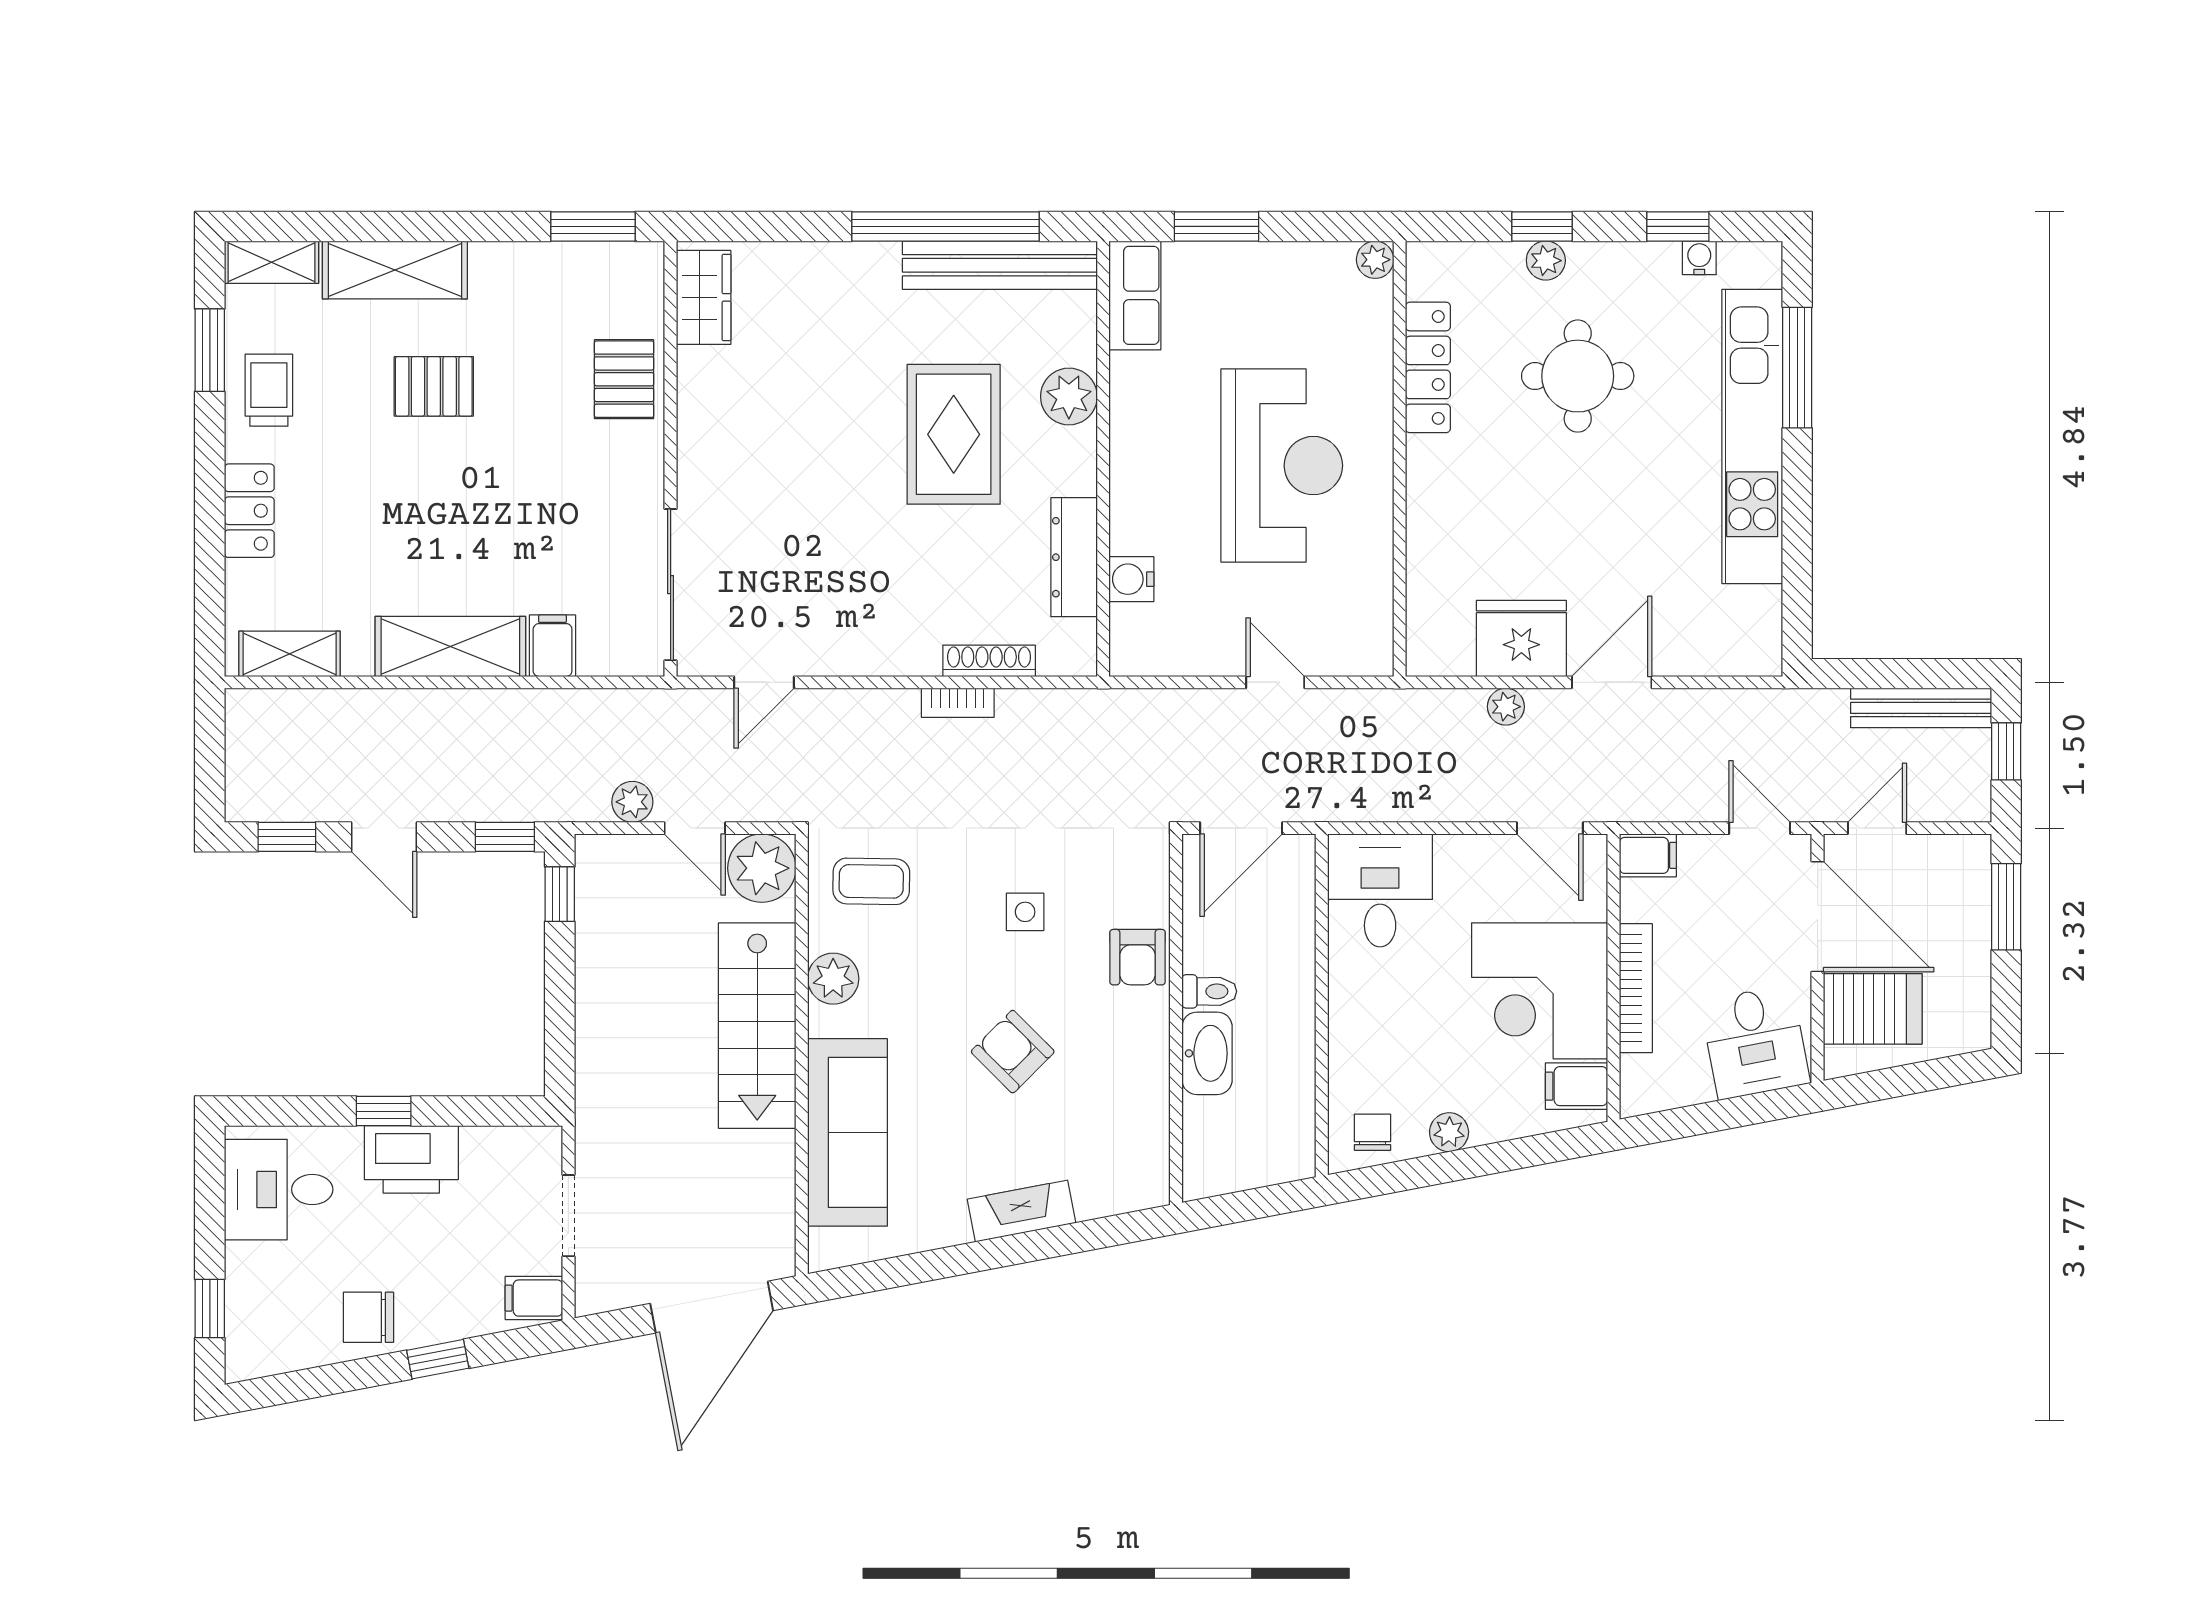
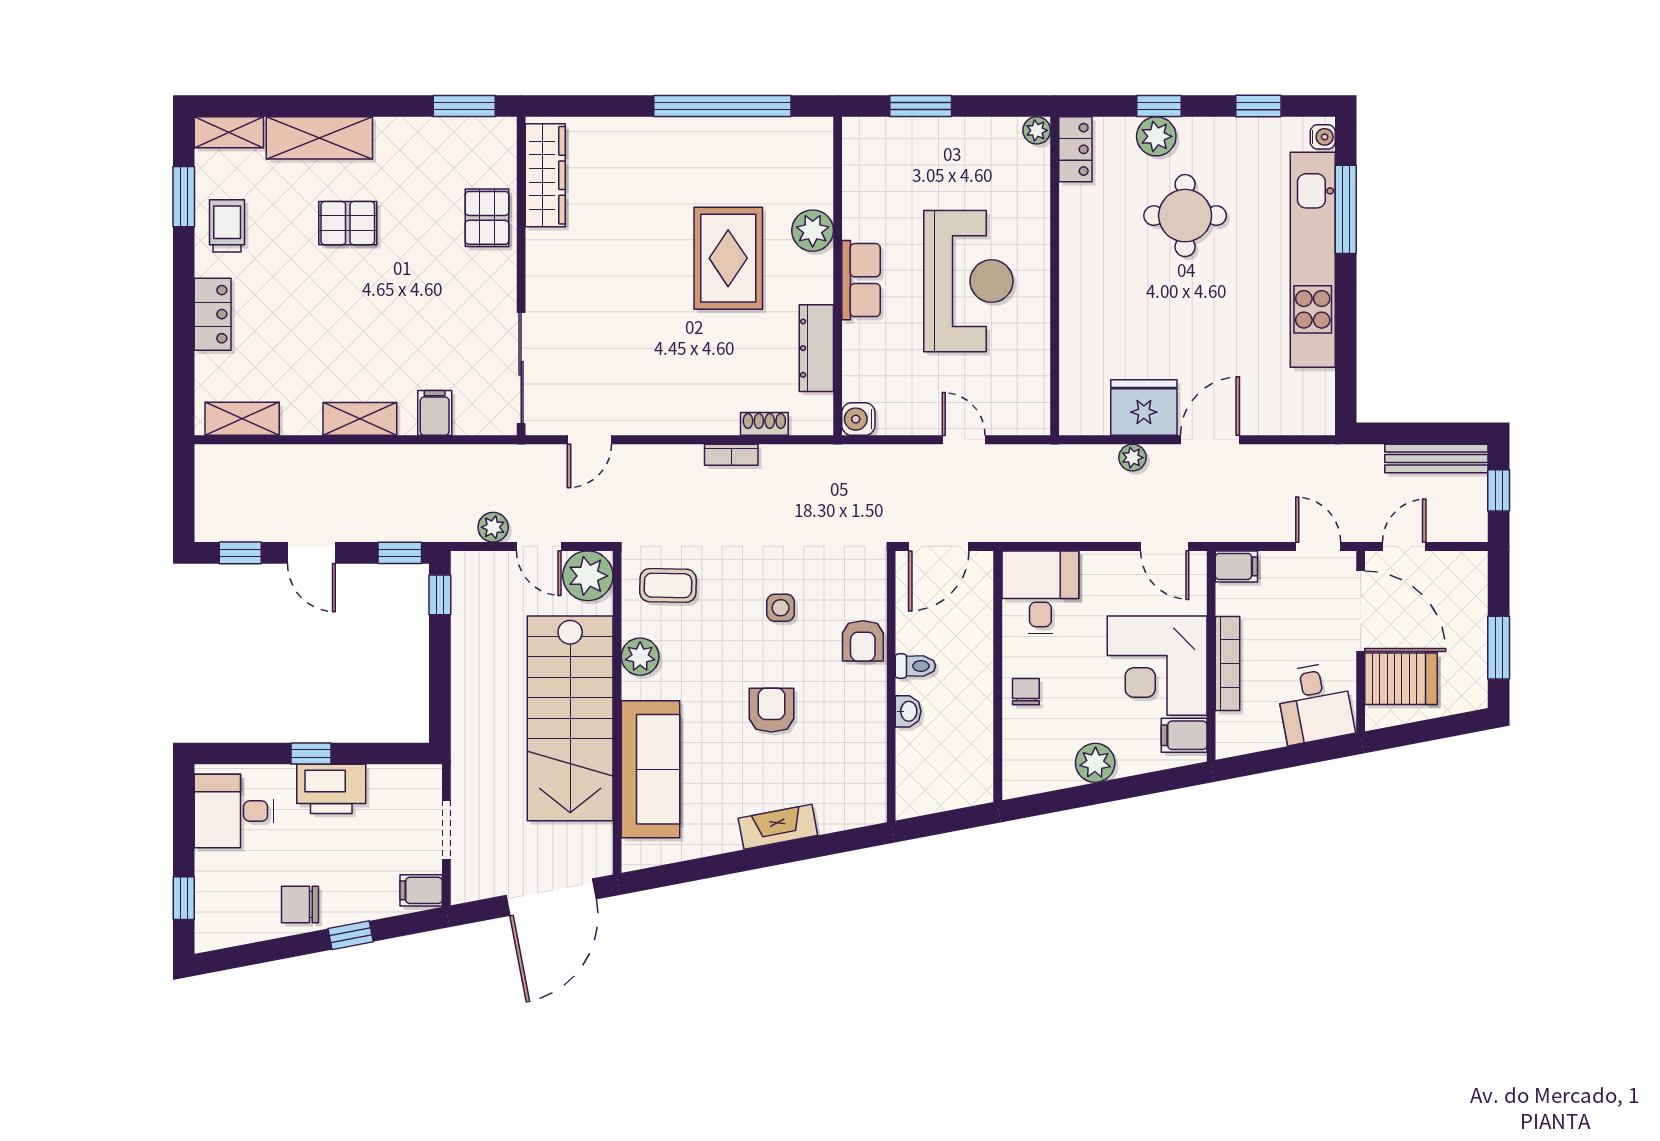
water cooler: (1699, 258) -> (1323, 137), moved, turned 90
plant: (1546, 261) -> (1156, 136), width x1.38, depth x1.38
bench: (1000, 265) -> (762, 134), removed
row of seats: (1135, 295) -> (861, 280), moved
wardrobe: (704, 297) -> (545, 175), width x1.50
locker: (1428, 367) -> (1075, 149), moved, width x0.66
water cooler: (1131, 579) -> (858, 419), moved
shelving: (450, 646) -> (360, 419), width x0.67, depth x0.75
shoe rack: (989, 661) -> (764, 424), width x0.70
window: (2006, 907) -> (1499, 648), moved
stairs: (757, 1026) -> (570, 718), width x1.36, depth x1.51
armchair: (1013, 1052) -> (771, 710), turned 45
washbasin: (1207, 1053) -> (908, 711), width x0.52, depth x0.69
chair: (1373, 1132) -> (1026, 692), moved
plant: (1449, 1132) -> (1095, 763), width x1.38, depth x1.38

